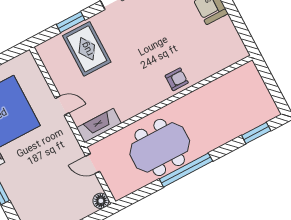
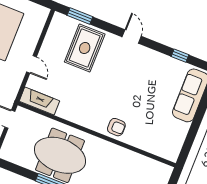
window: (71, 22) -> (80, 16), moved

